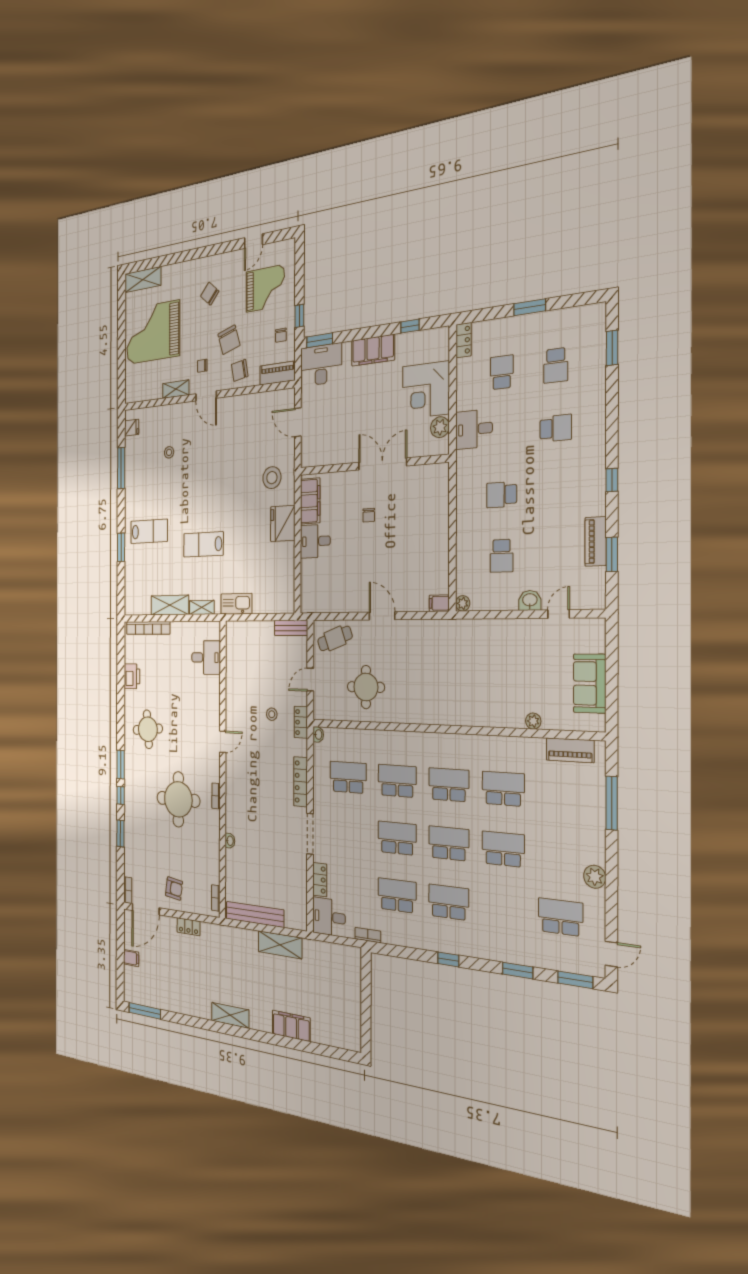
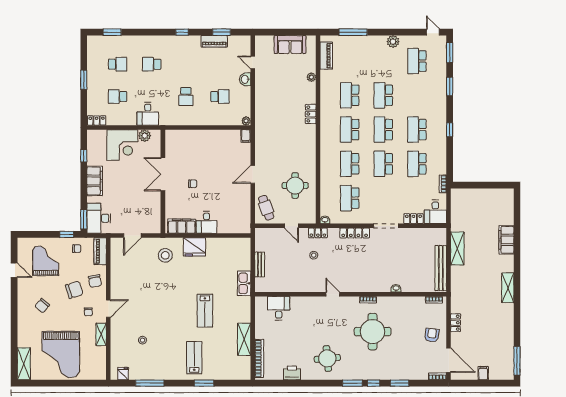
school desk: (556, 428) -> (152, 64), turned -90
shelving: (202, 607) -> (246, 312), removed
bench: (291, 628) -> (260, 265), moved
locker: (473, 717) -> (311, 114), added

